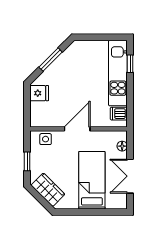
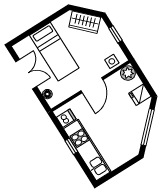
window: (51, 60) -> (148, 127), width x1.44
window: (130, 64) -> (71, 146), moved
plant: (38, 119) -> (128, 73), added

